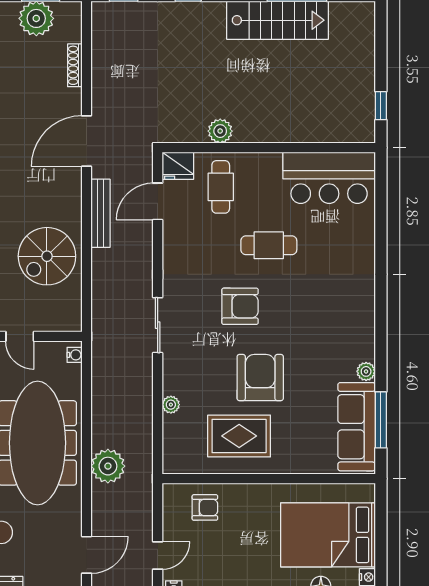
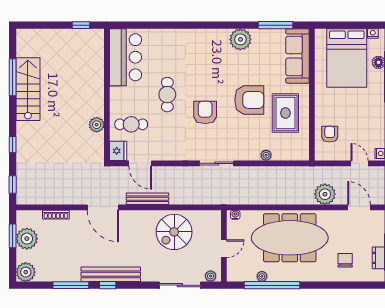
spiral stairs: (47, 256) -> (174, 232), turned 90
plant: (366, 371) -> (240, 39), width x1.88, depth x1.88
armchair: (260, 378) -> (249, 100), turned 180
sofa: (357, 427) -> (297, 56), moved, turned 90
plant: (108, 466) -> (325, 194), moved

